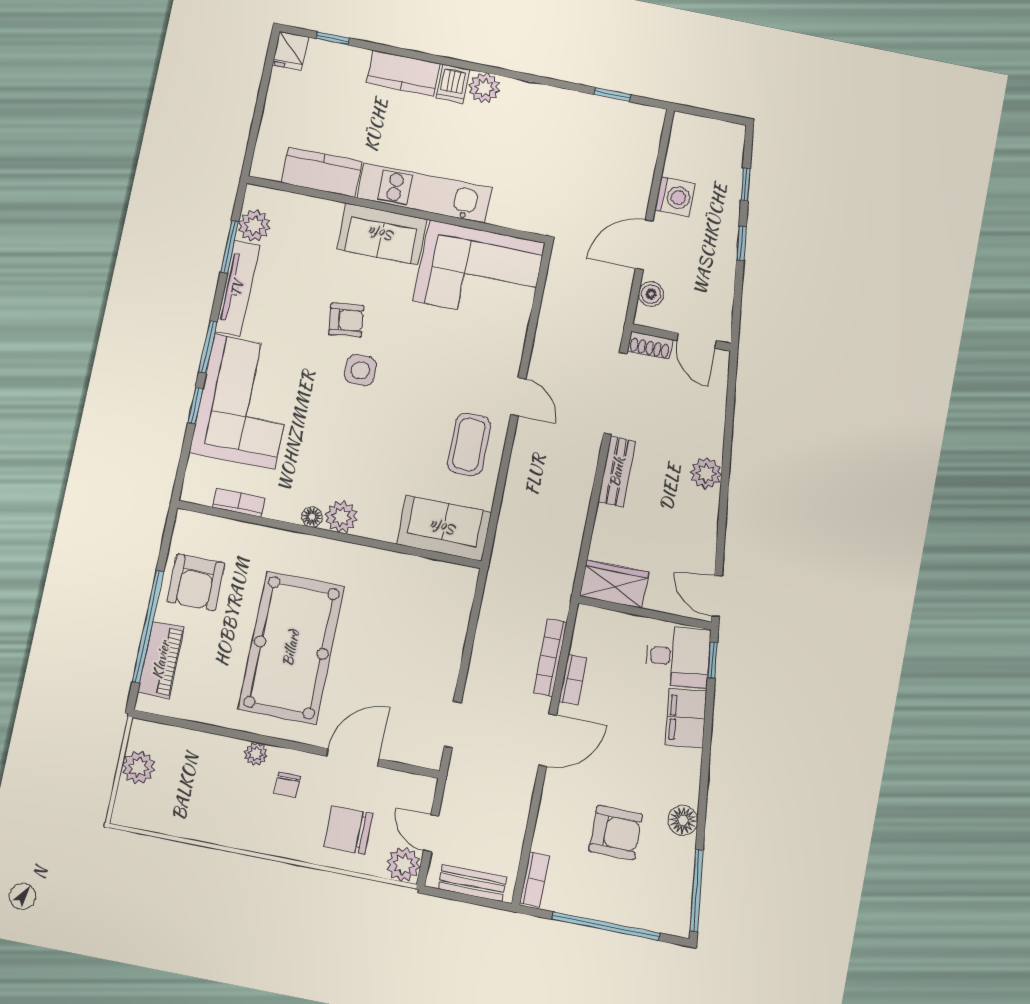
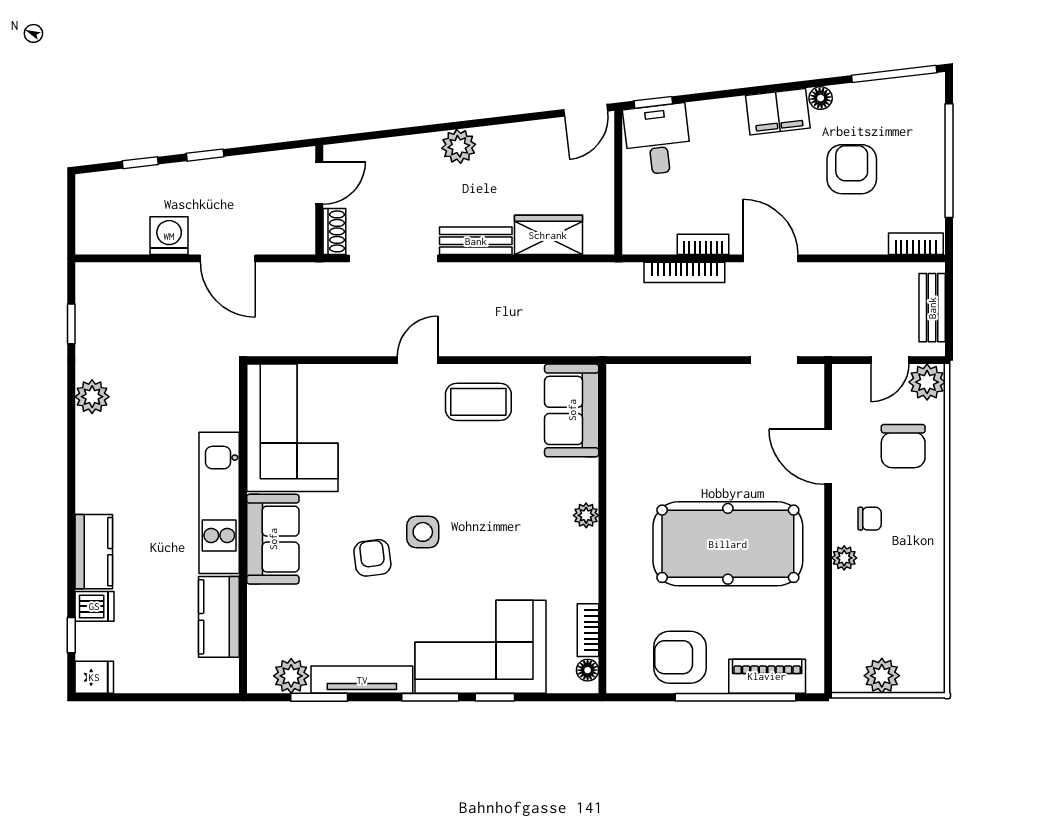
dishwasher: (453, 84) -> (94, 606), moved
plant: (484, 88) -> (92, 397), moved
boiler: (651, 294) -> (279, 241), removed
floor lamp: (312, 517) -> (588, 670), moved
plant: (341, 517) -> (586, 515), width x0.73, depth x0.73
armchair: (196, 582) -> (680, 657), turned 180
wardrobe: (614, 584) -> (548, 235), moved, turned 90
filing cabinet: (686, 718) -> (778, 112), moved
floor lamp: (683, 820) -> (821, 98), width x0.73, depth x0.73

